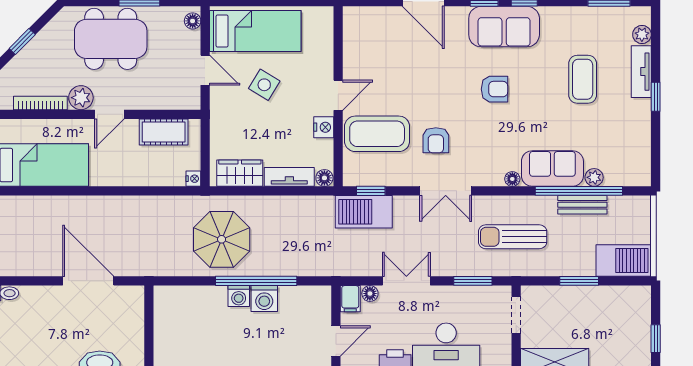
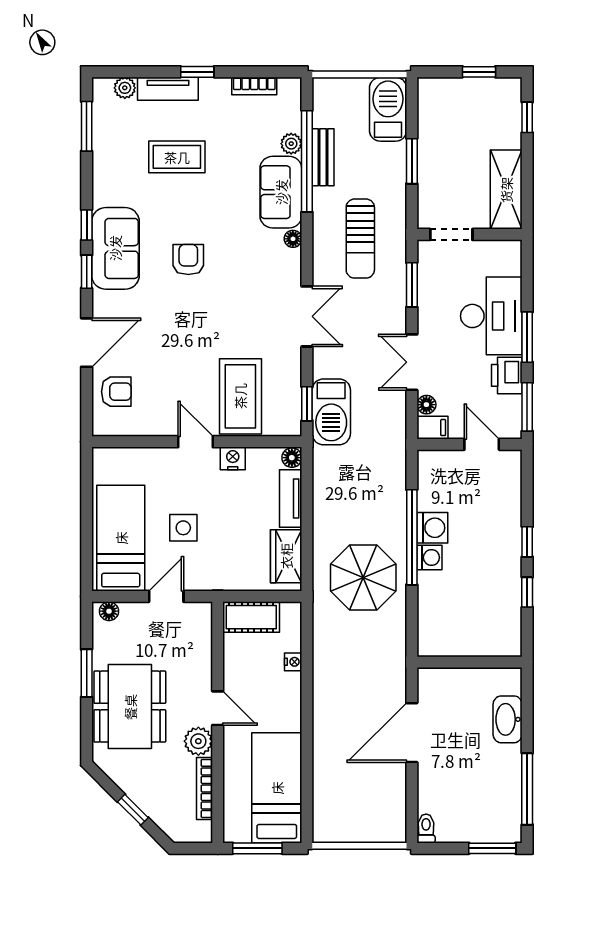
side table: (264, 85) -> (183, 528), turned -31
cot: (164, 132) -> (251, 617), moved, turned 90
armchair: (436, 140) -> (116, 392), moved
bookcase: (644, 146) -> (254, 86), added
nightstand: (193, 179) -> (293, 662), moved, turned 90

